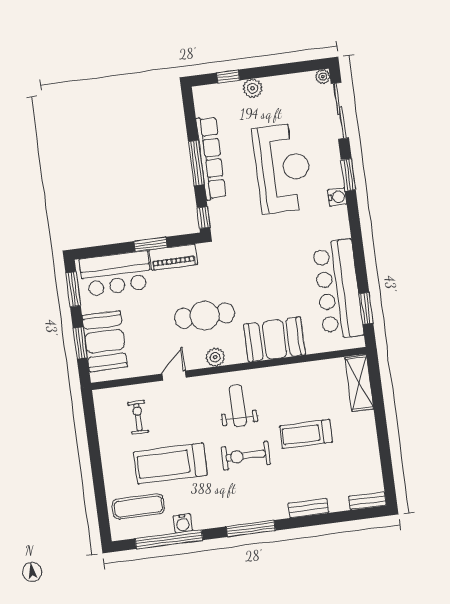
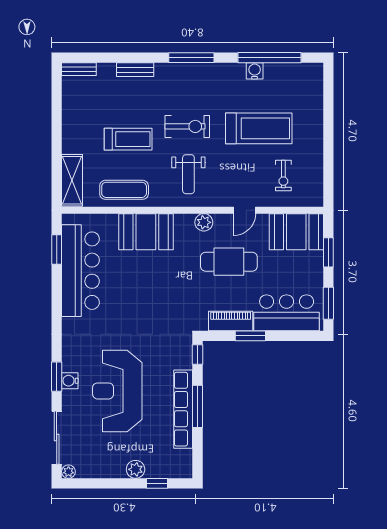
water cooler: (337, 197) -> (70, 381), moved
cafe table: (205, 316) -> (229, 262), moved
booth: (105, 341) -> (296, 232), moved, turned 90
exercise mat: (138, 507) -> (124, 190), moved

